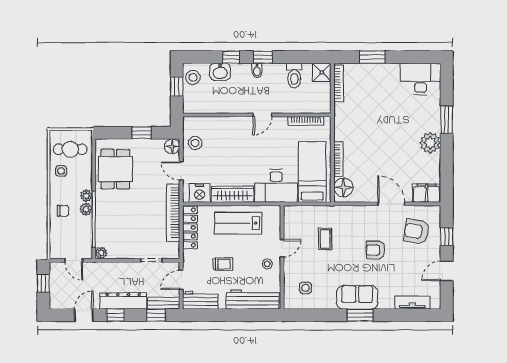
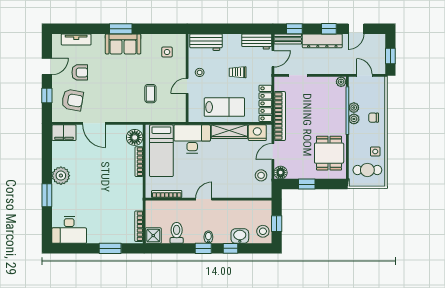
door: (181, 171) -> (273, 152), swing flipped
plant: (86, 196) -> (354, 108), moved
armchair: (375, 250) -> (80, 72), moved
workbench: (253, 299) -> (206, 42), width x0.73

